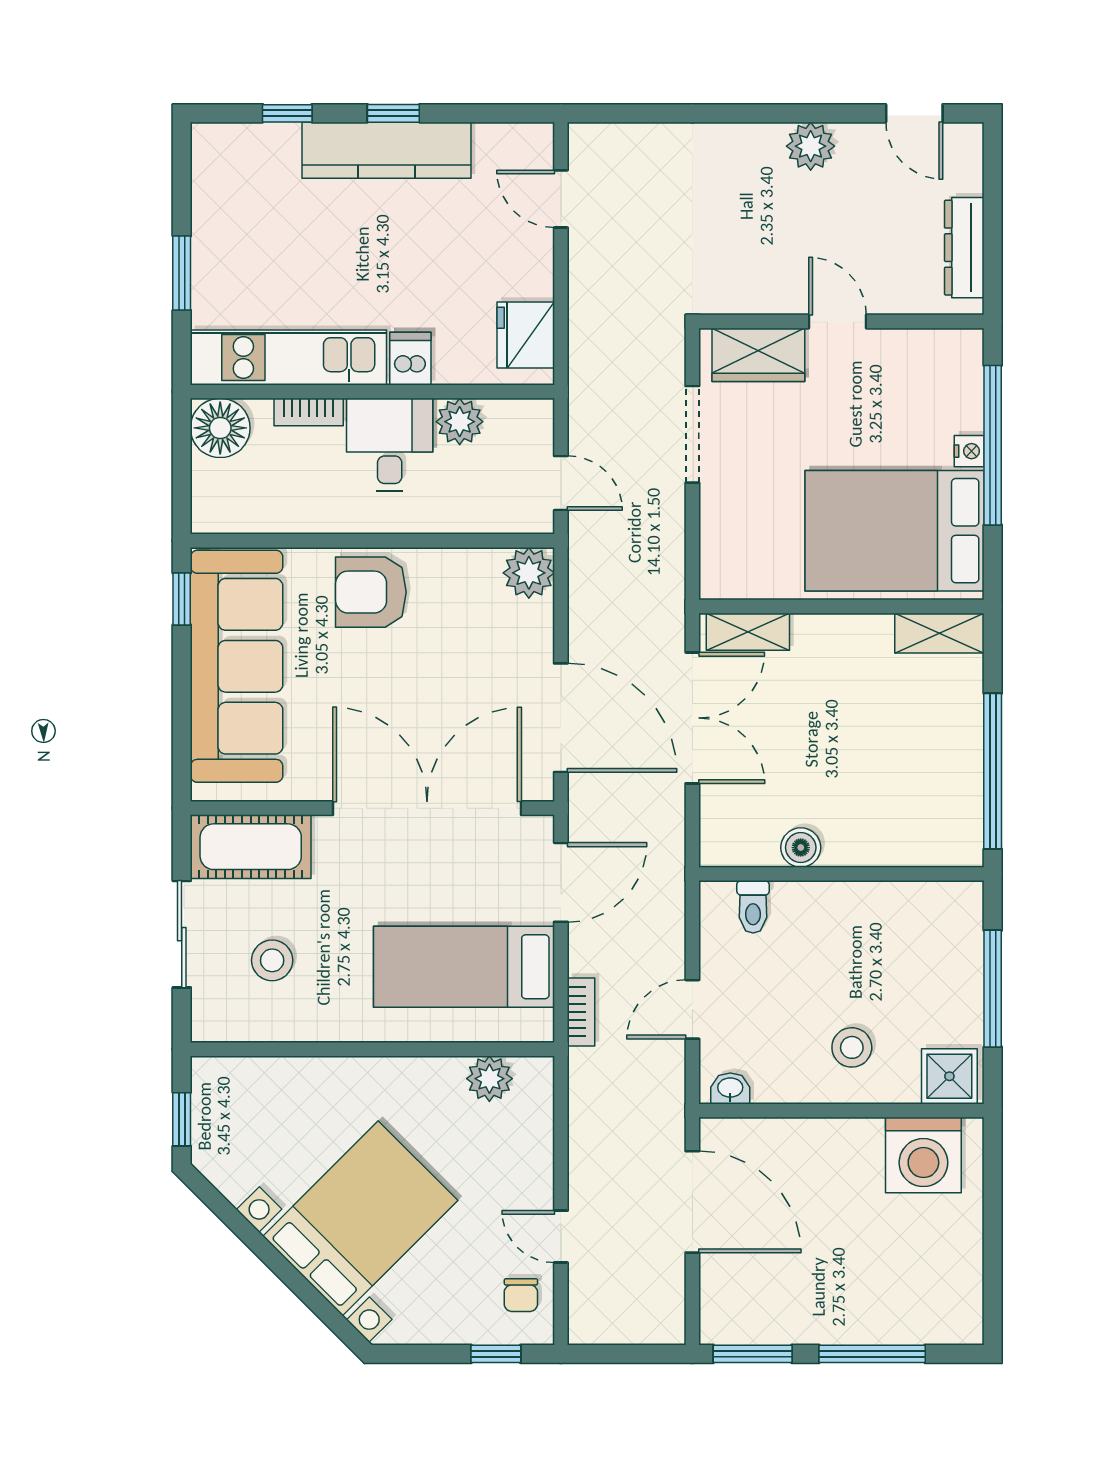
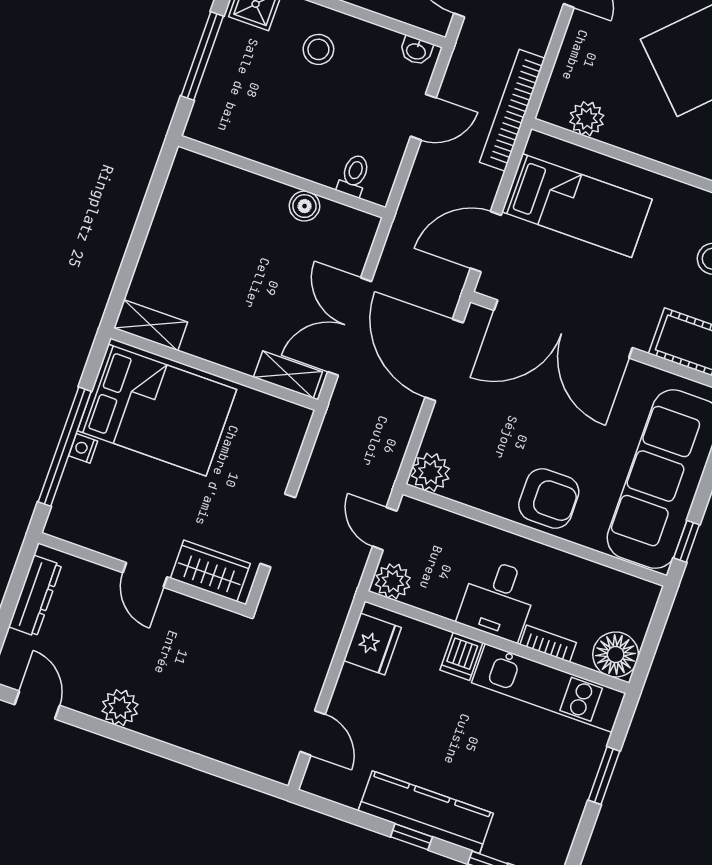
plant: (460, 422) -> (393, 581), moved
window: (993, 771) -> (147, 212), removed
bookcase: (581, 1012) -> (512, 110), width x2.31, depth x1.31

